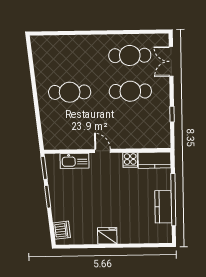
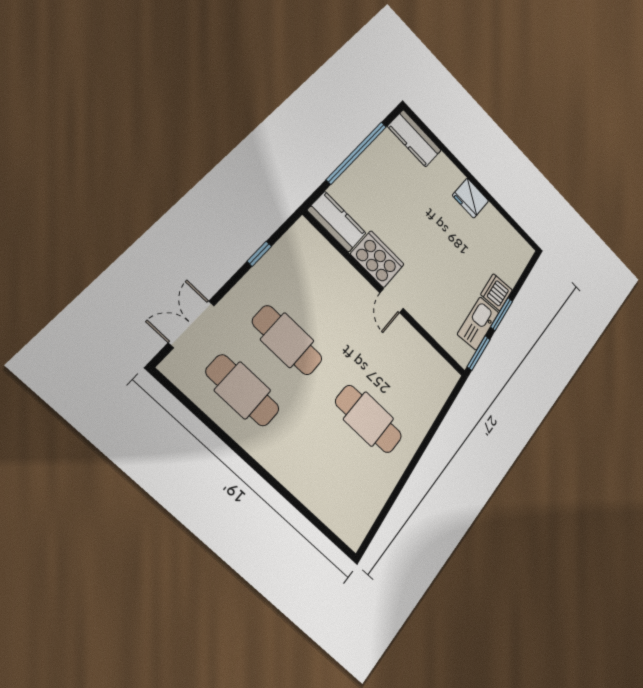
double door: (171, 61) -> (191, 324), swing flipped
cooker: (130, 160) -> (377, 259), width x1.87, depth x1.31
kitchen sink: (74, 161) -> (478, 323), moved, turned -96
kitchen counter: (163, 207) -> (415, 138), moved, turned 90
dishwasher: (62, 230) -> (496, 292), moved

